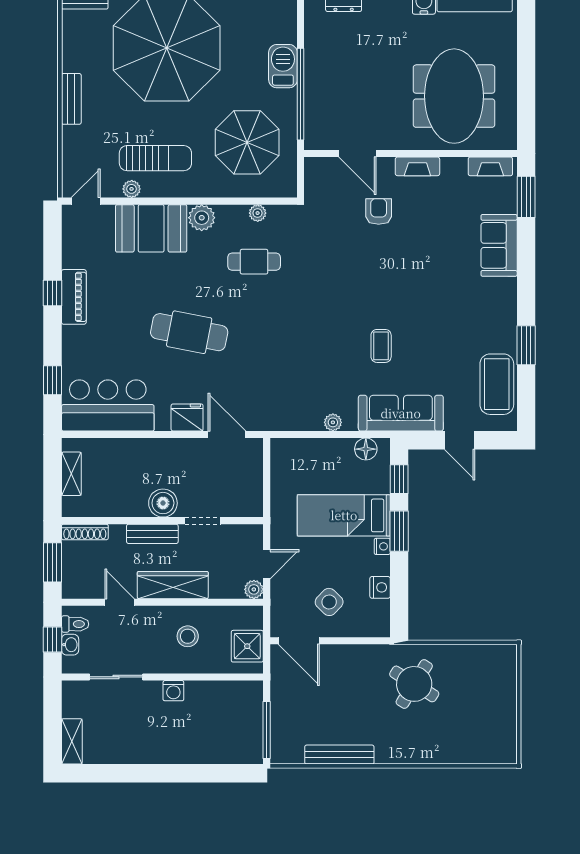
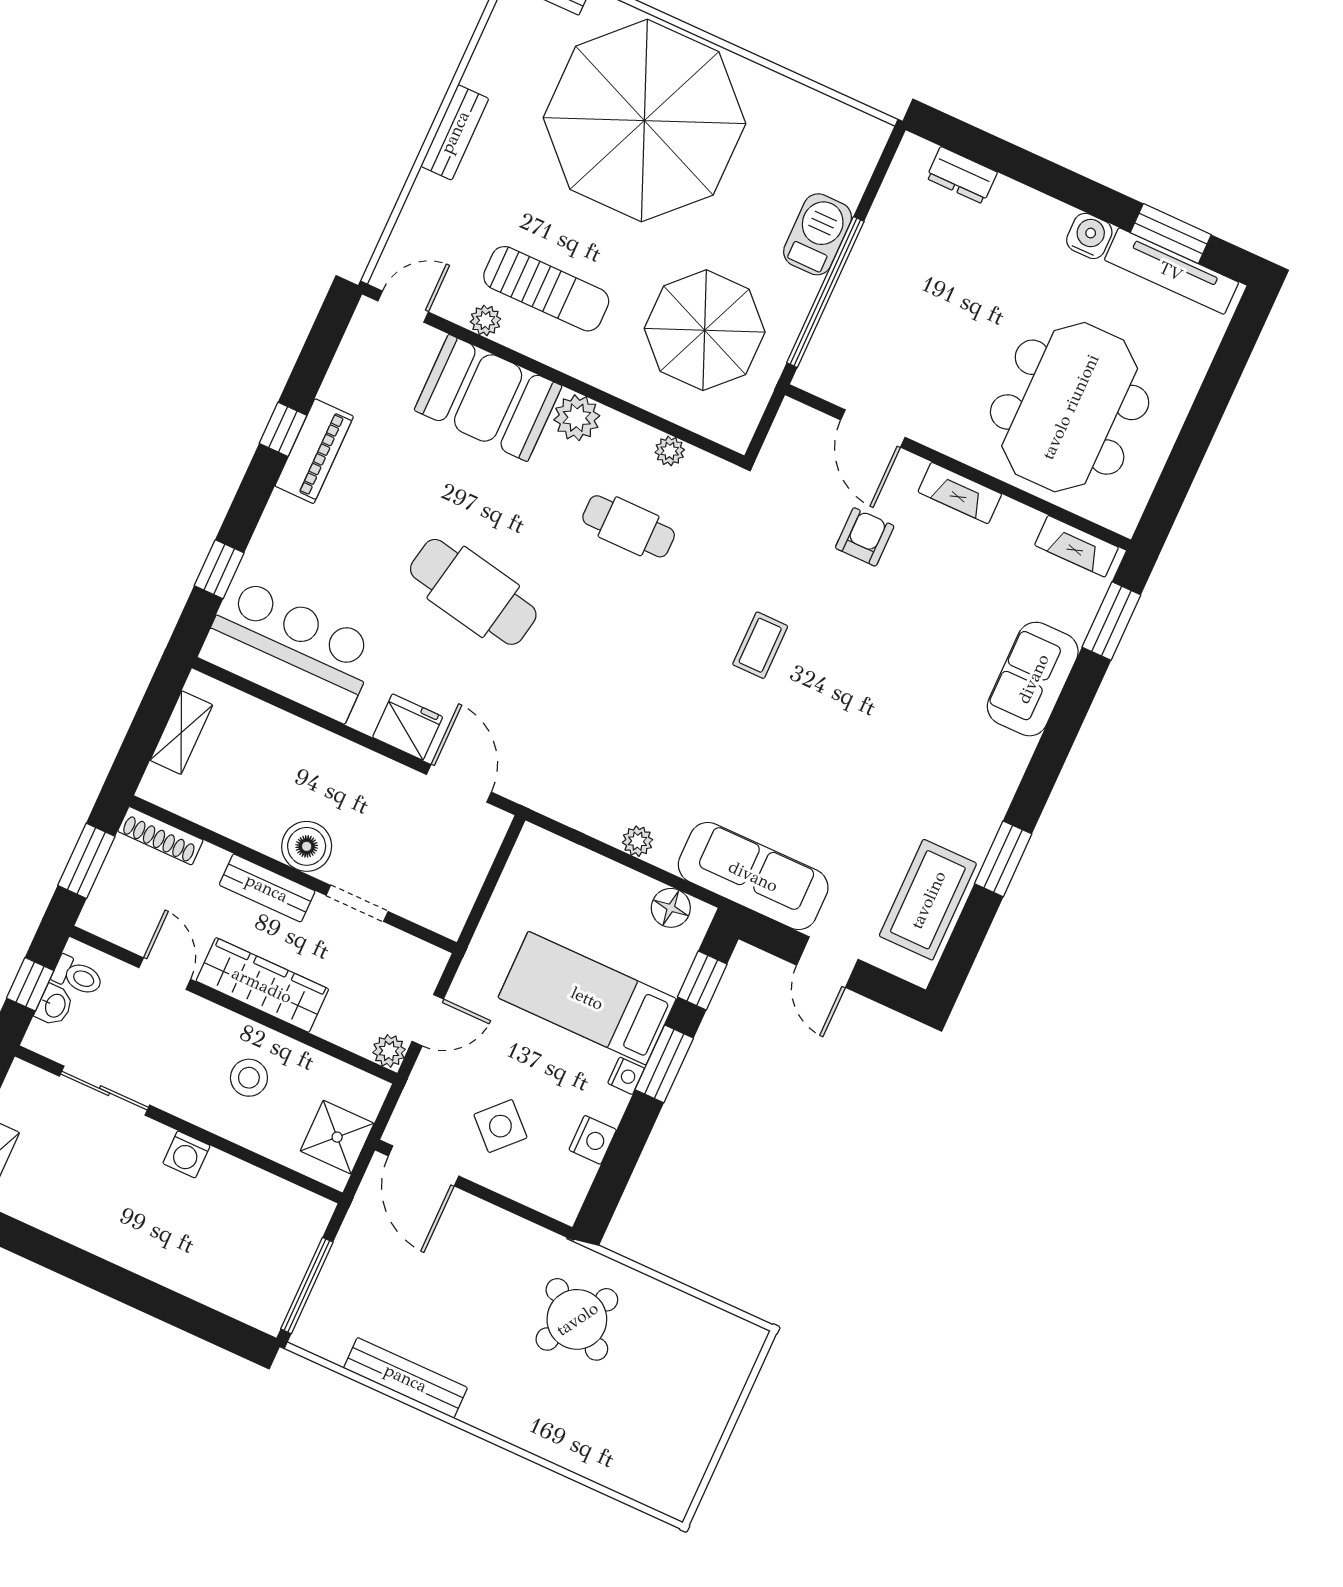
coffee table: (381, 346) -> (760, 645), moved

